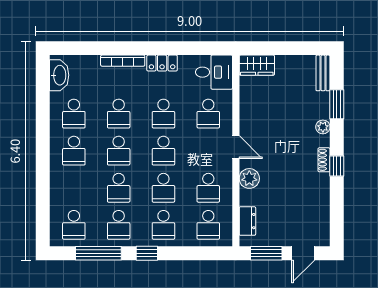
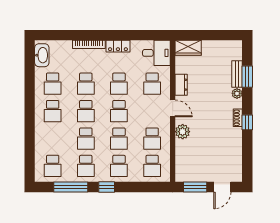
bench: (323, 73) -> (237, 74), moved
dresser: (247, 221) -> (181, 85), moved

